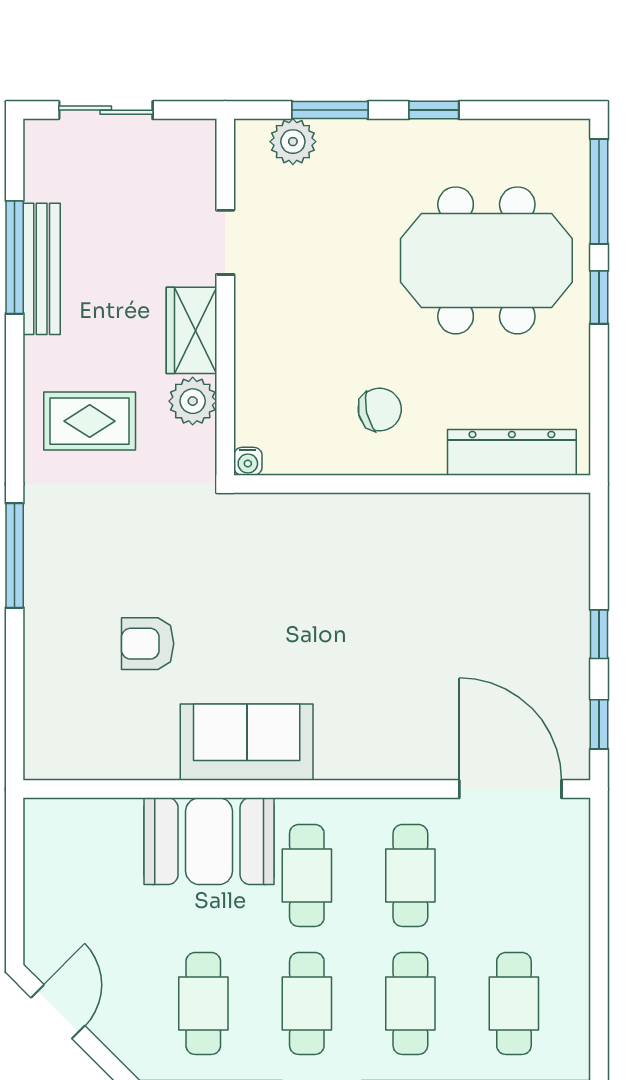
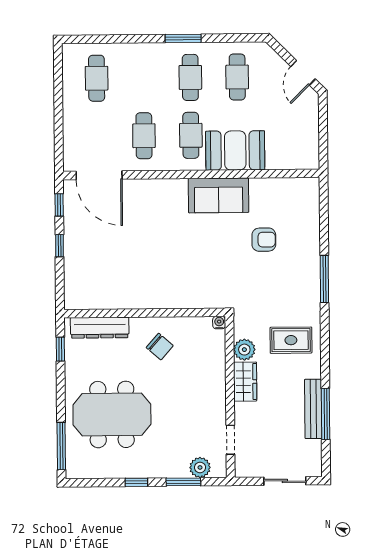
doorway: (225, 242) -> (230, 440), moved
window: (599, 297) -> (60, 349), moved
chair: (380, 410) -> (160, 347), turned -126
cafe table: (410, 1003) -> (143, 78), removed

